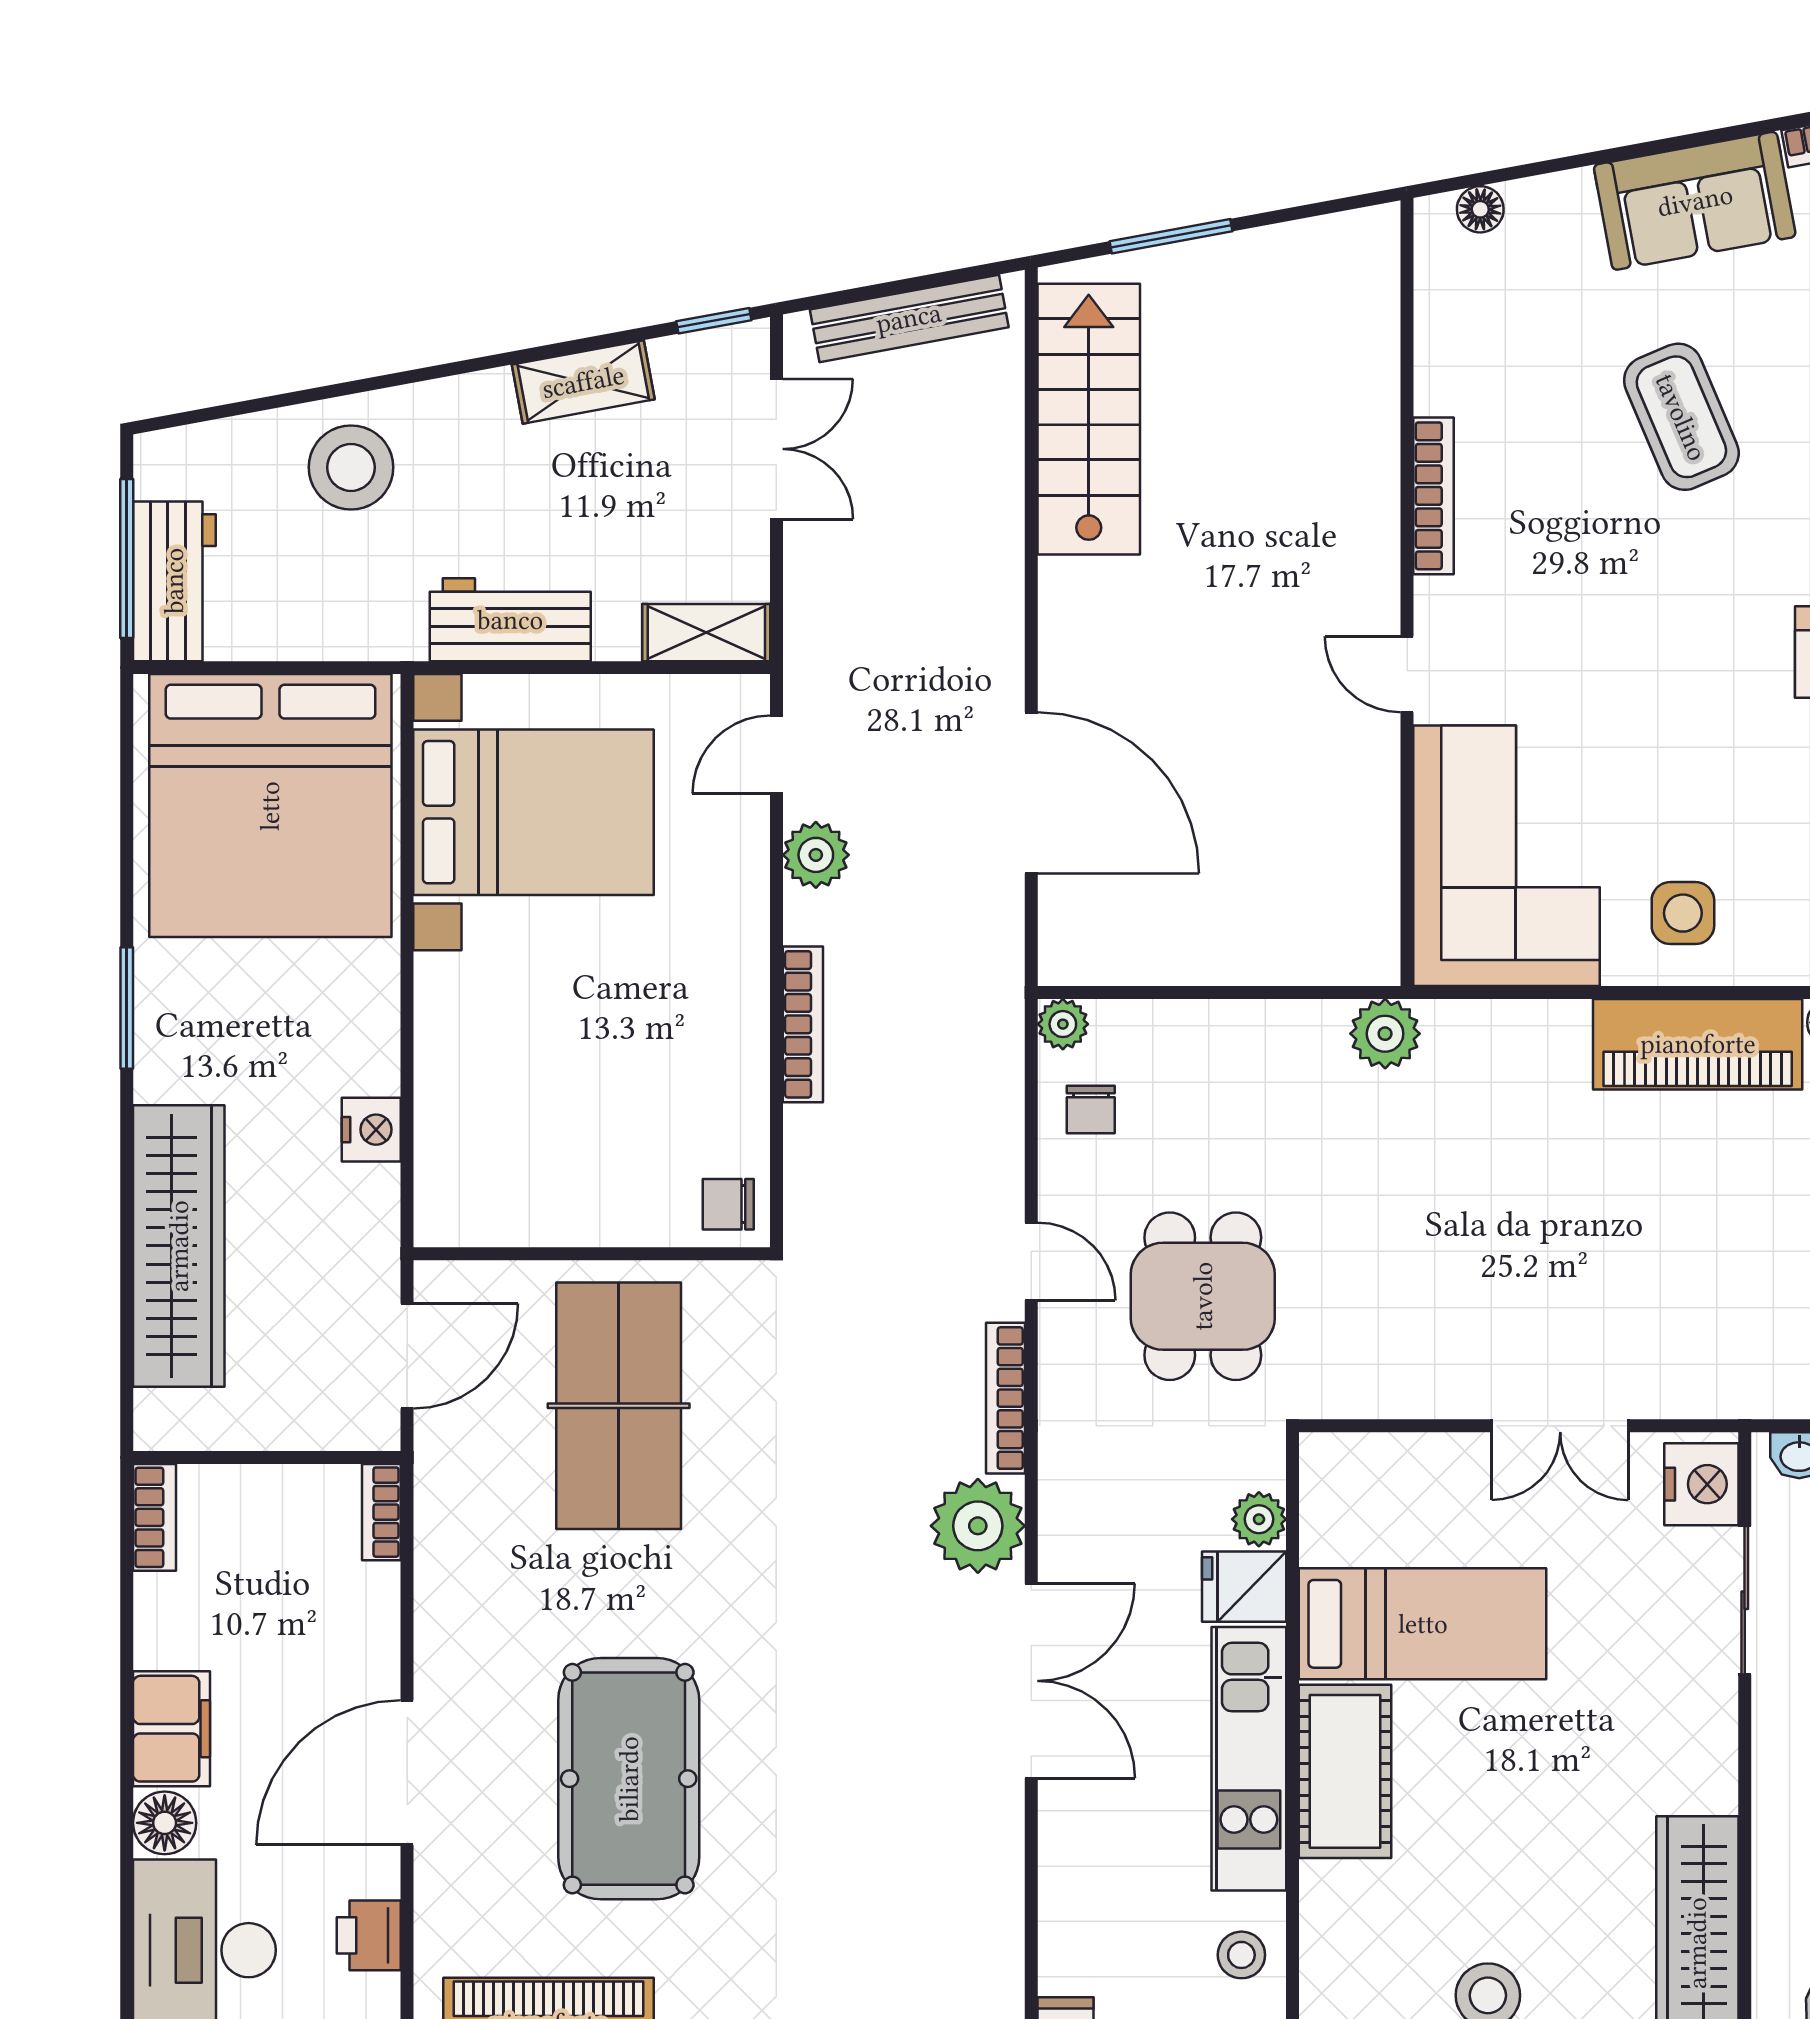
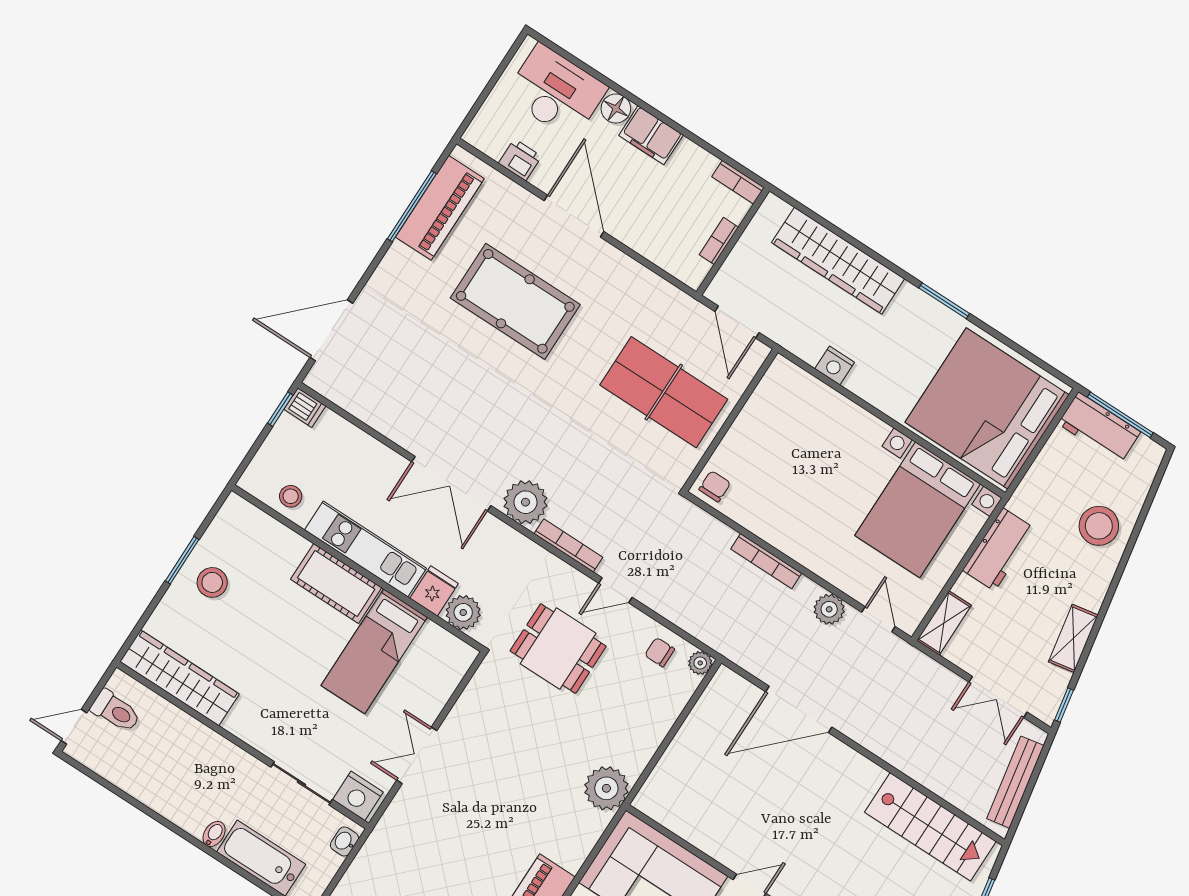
plant: (1385, 1034) -> (606, 788), width x1.36, depth x1.36
bookcase: (381, 1512) -> (719, 241), moved, turned -90
plant: (1259, 1519) -> (463, 612), width x1.38, depth x1.38

